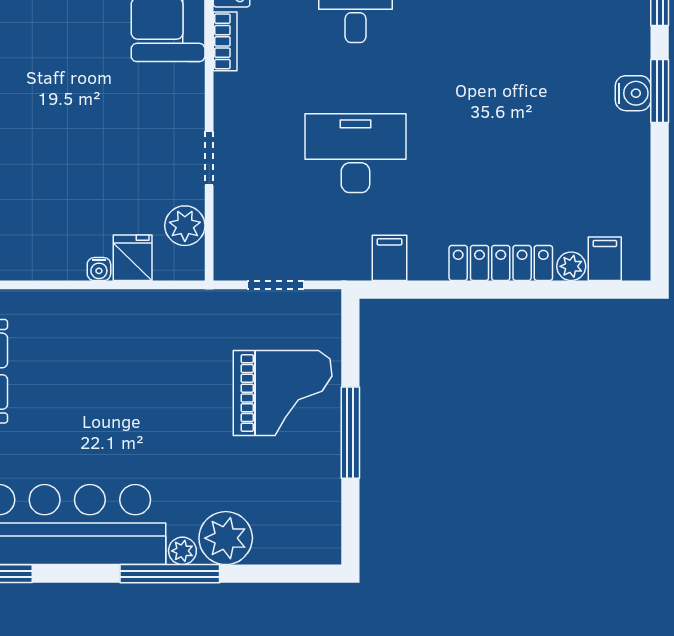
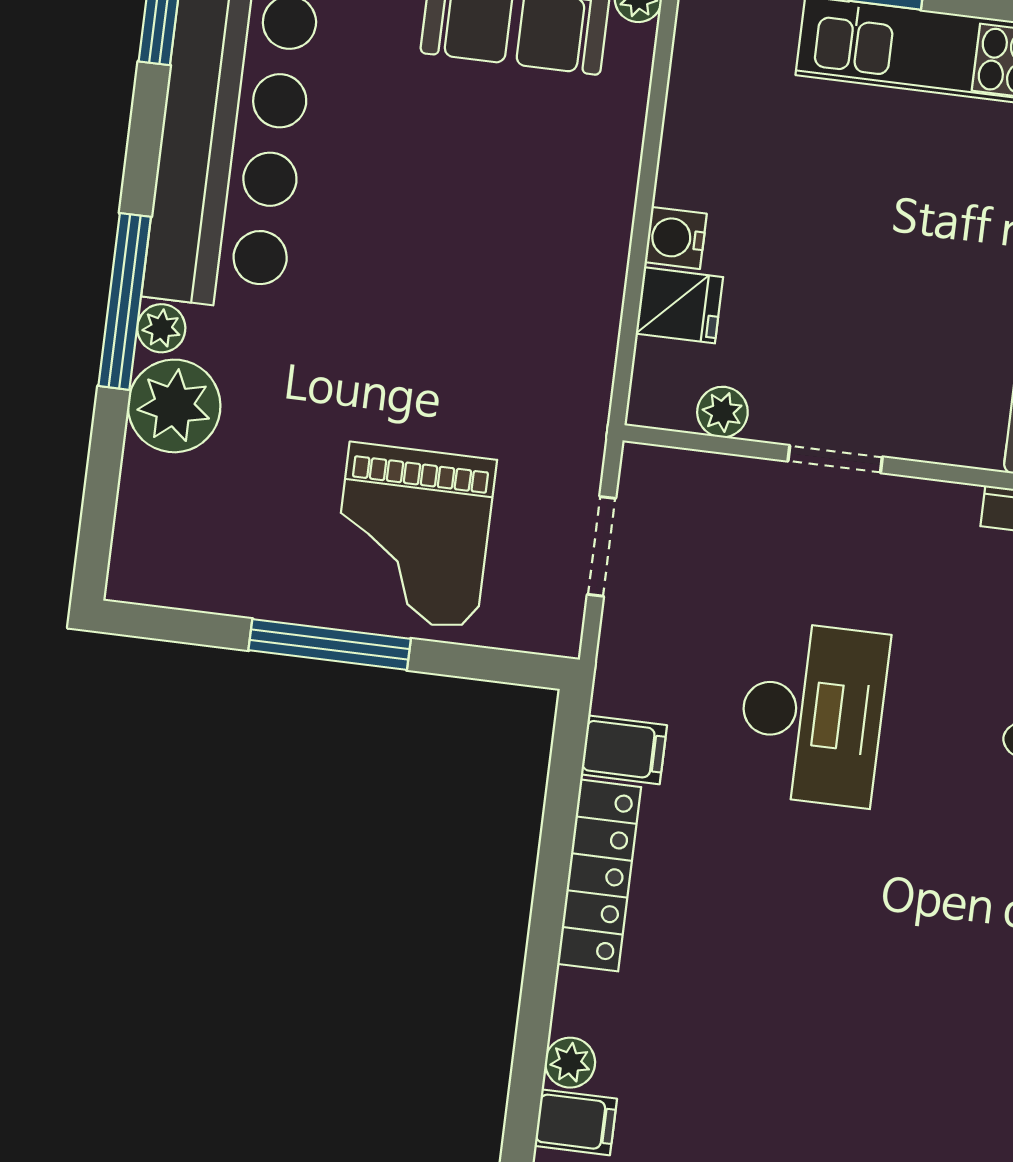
plant: (185, 226) -> (722, 412), width x0.73, depth x0.73
locker: (501, 263) -> (599, 875), moved
water cooler: (99, 269) -> (676, 238), width x1.38, depth x1.38

